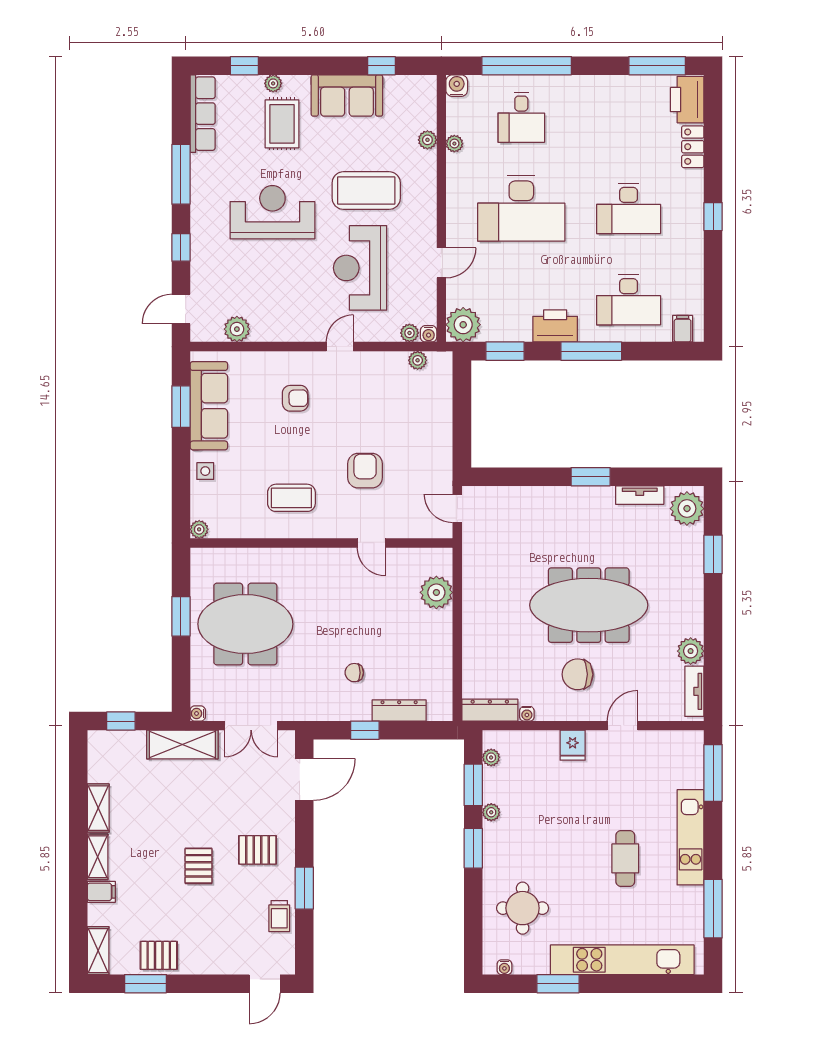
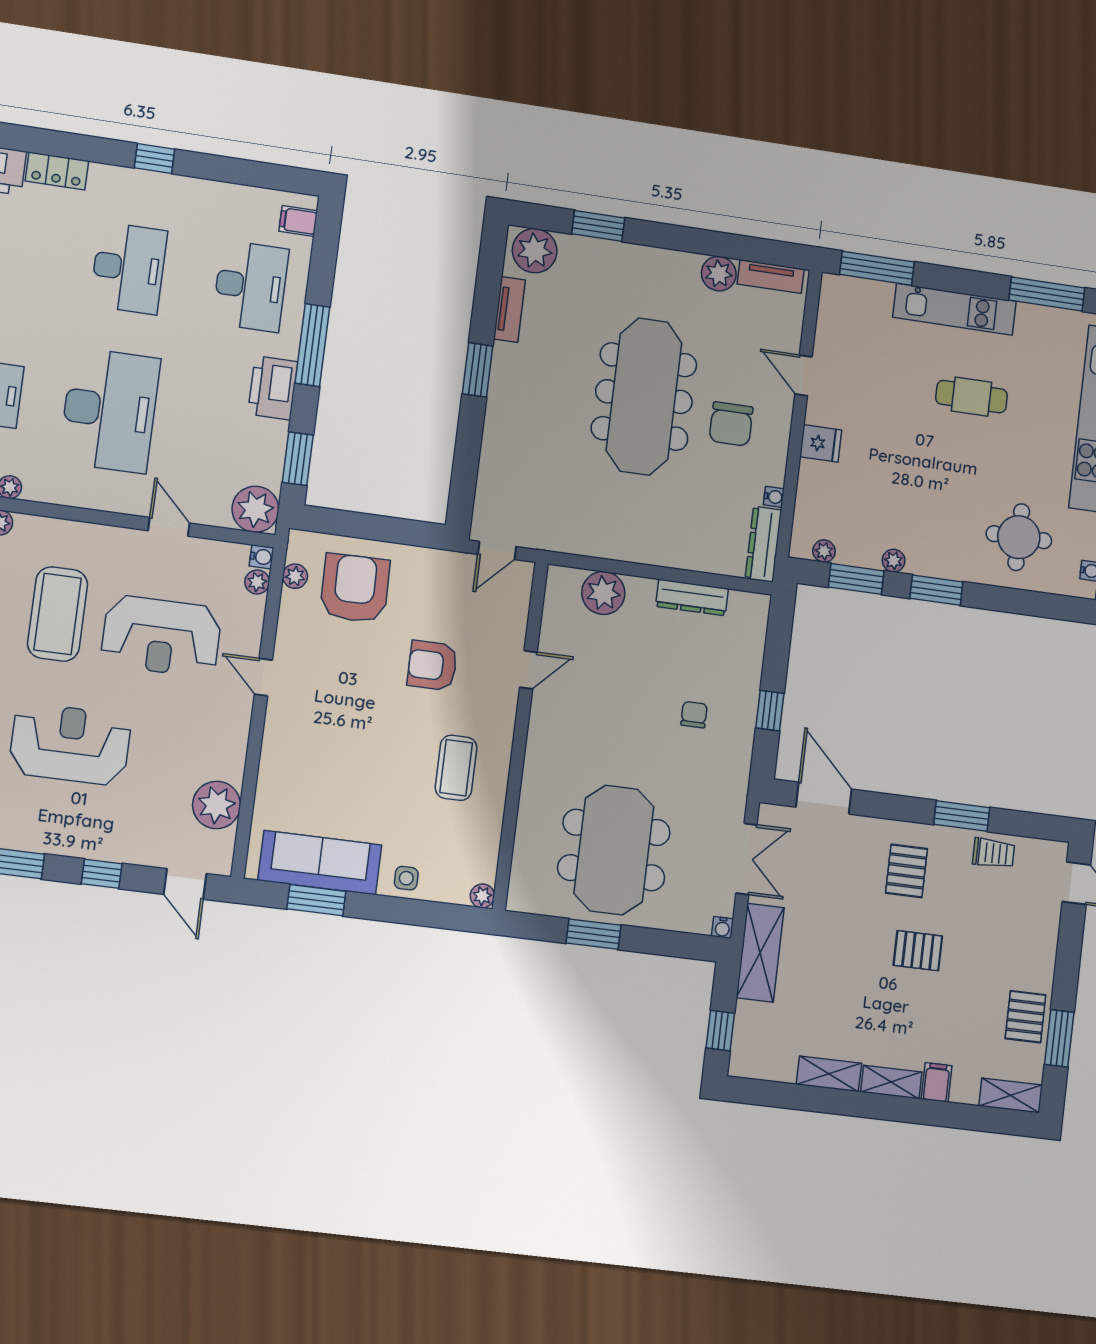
reception desk: (272, 212) -> (70, 744), turned 90
plant: (237, 329) -> (217, 805), width x1.36, depth x1.36
armchair: (295, 398) -> (355, 588), moved, width x1.88, depth x1.88
chair: (354, 673) -> (694, 715), turned 180
dresser: (399, 711) -> (692, 597), moved, turned -90

